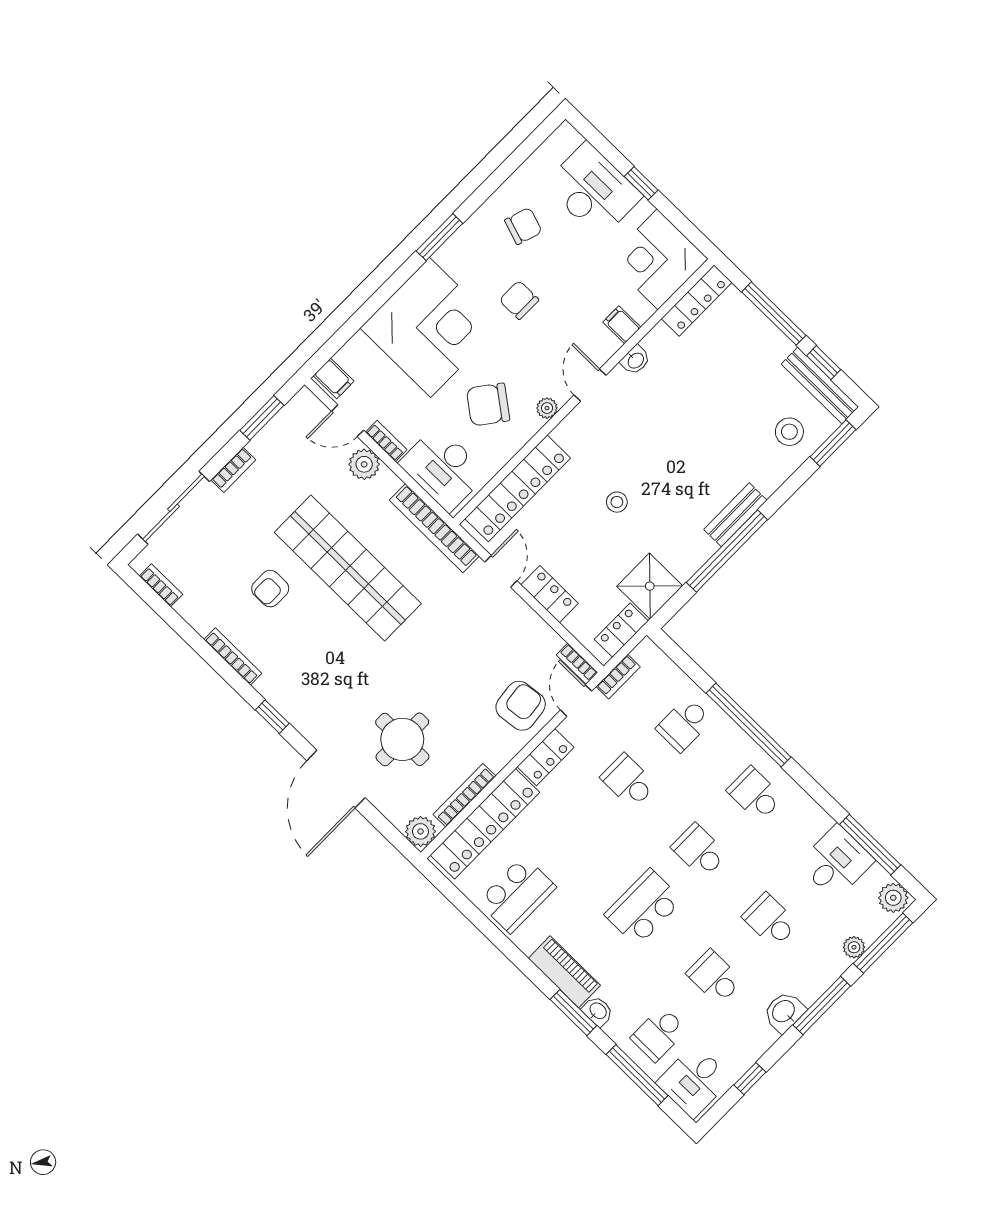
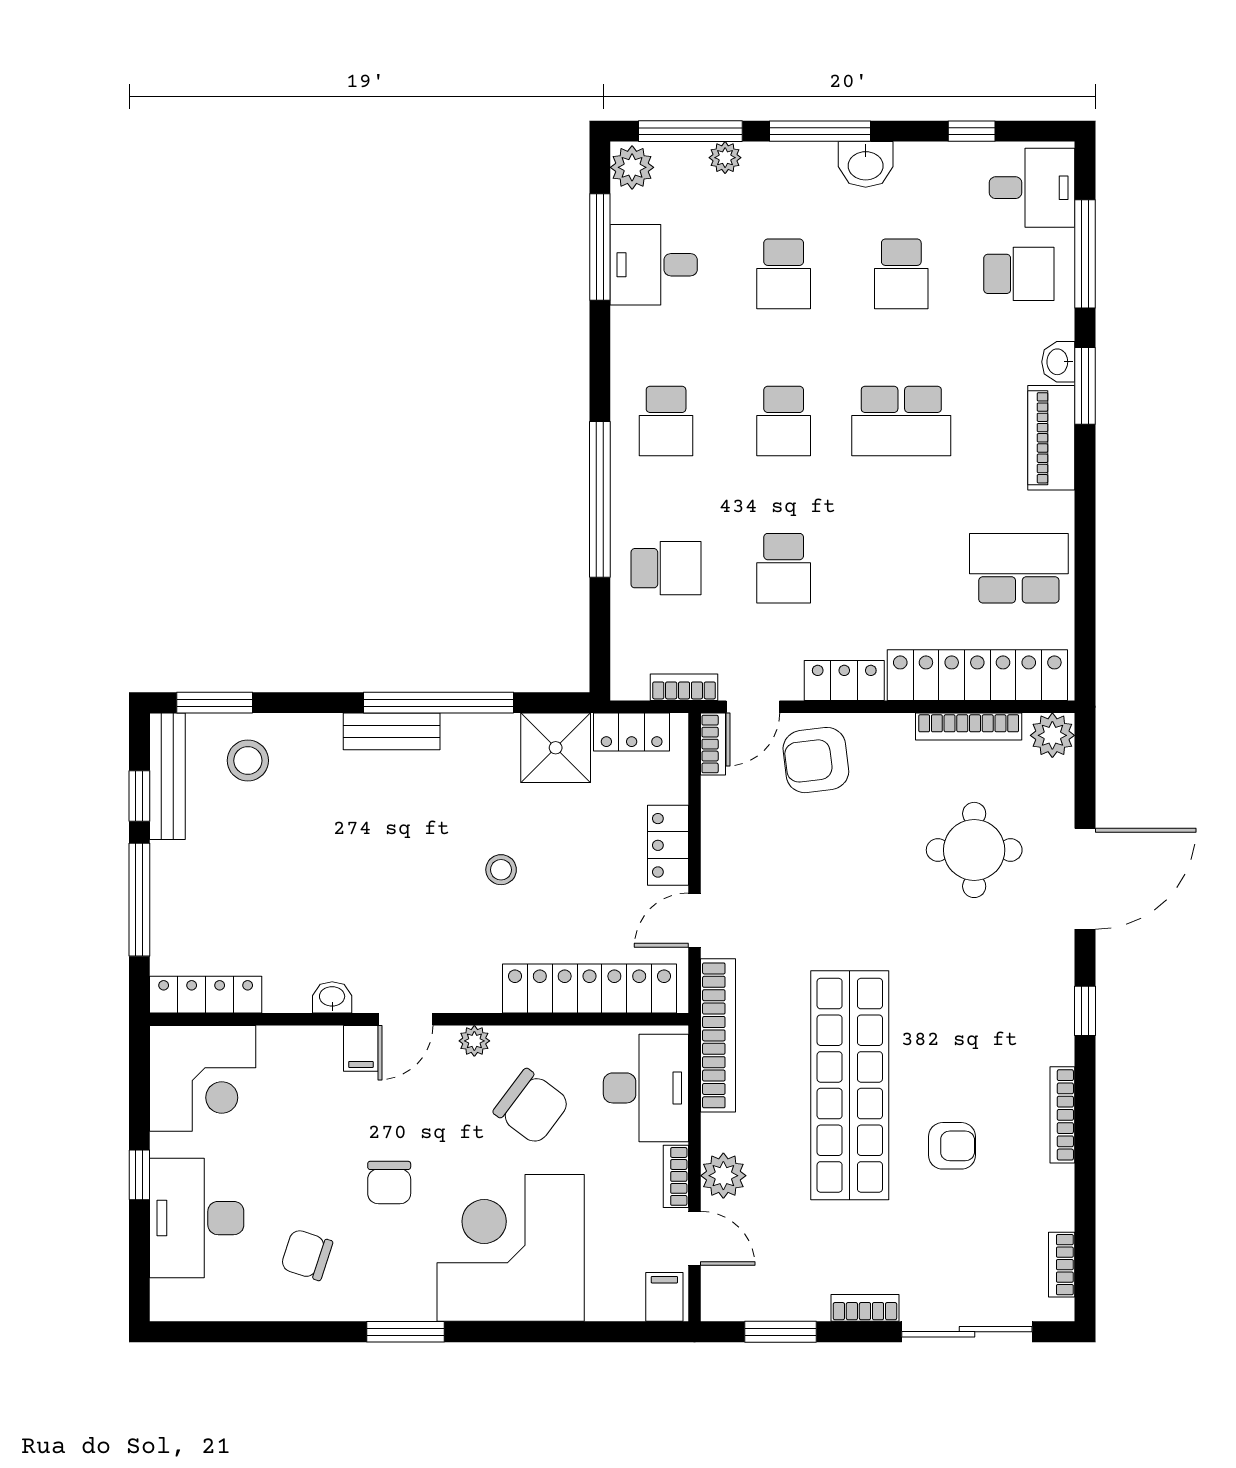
filing cabinet: (622, 325) -> (361, 1048), moved

